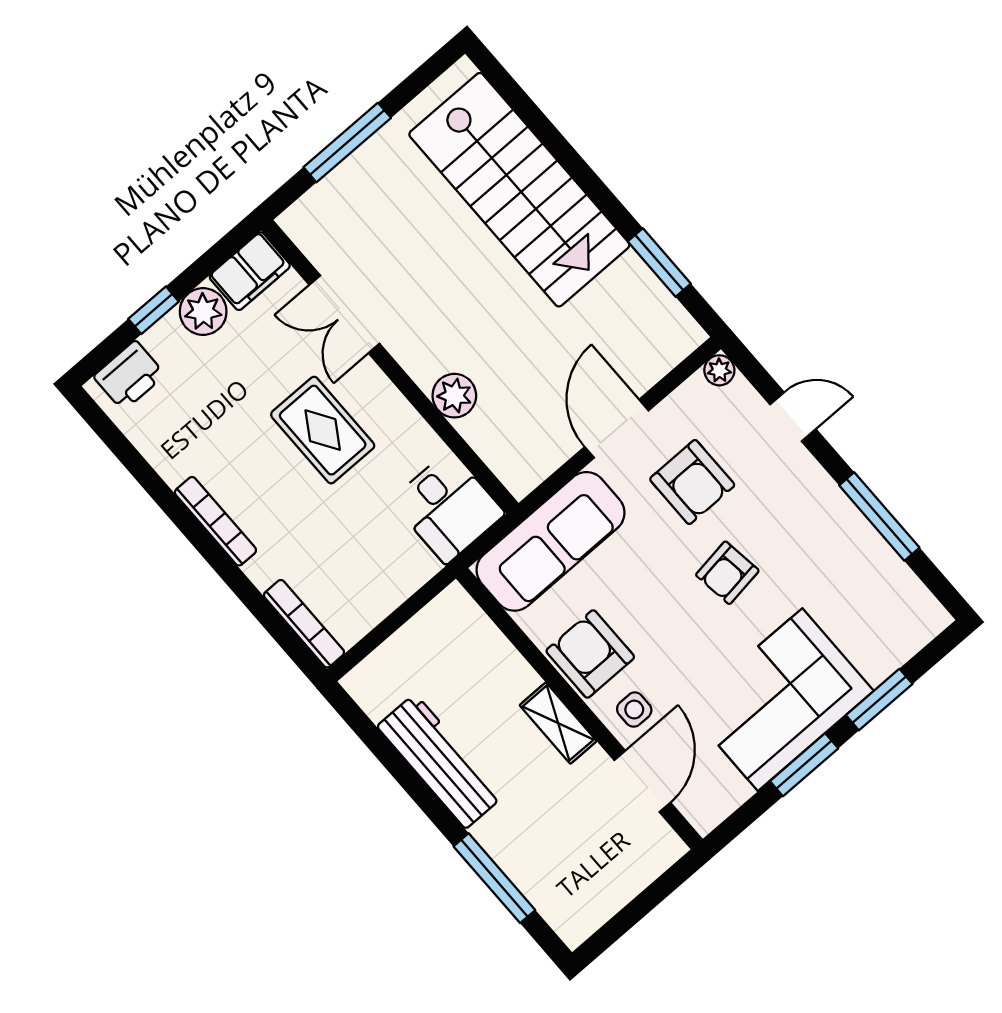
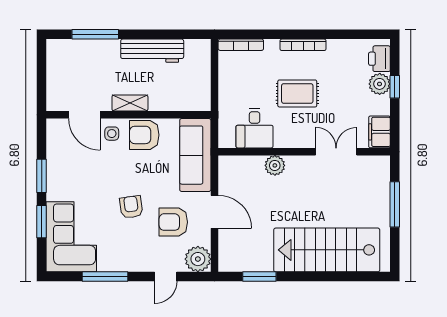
plant: (203, 312) -> (380, 84), moved
plant: (719, 370) -> (198, 259), width x1.87, depth x1.87
rug: (323, 430) -> (297, 93), moved
desk: (448, 507) -> (255, 128), moved, turned -90
armchair: (590, 654) -> (144, 135), turned 180
corner sofa: (780, 700) -> (71, 237), moved

